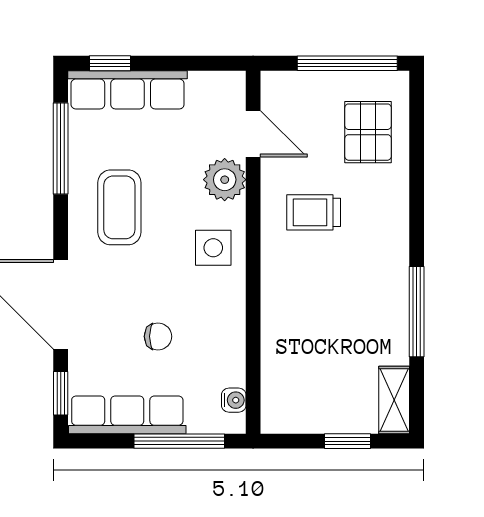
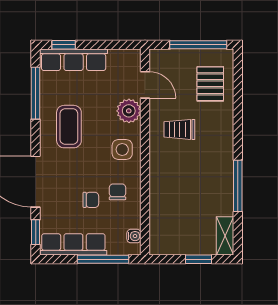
chair: (205, 322) -> (118, 192), added

